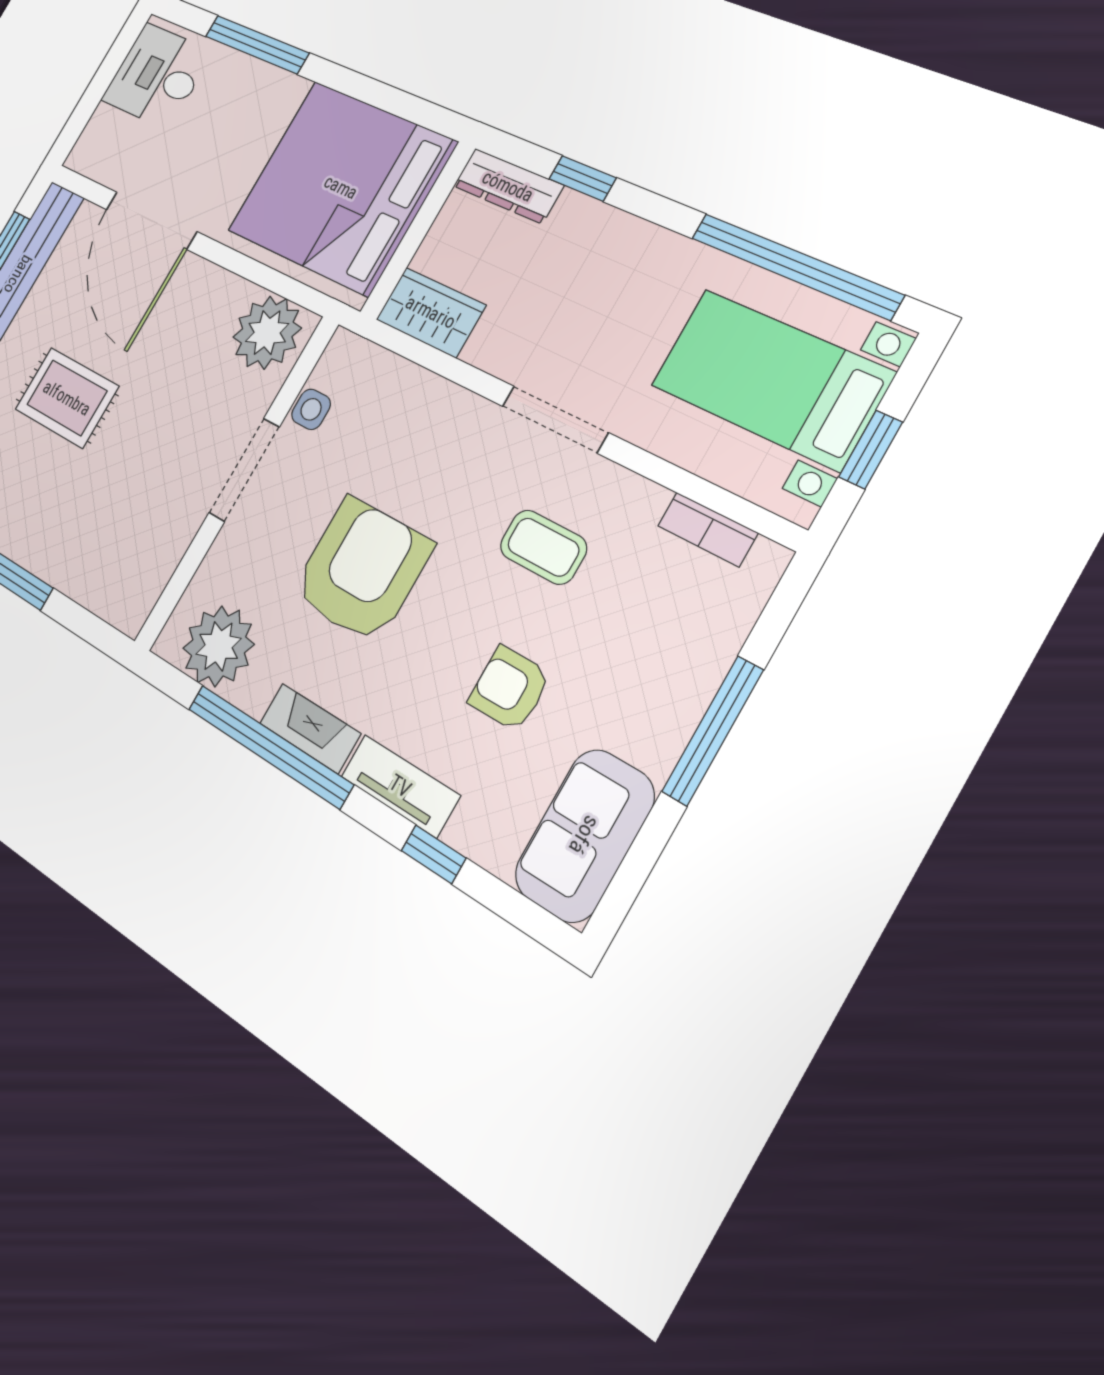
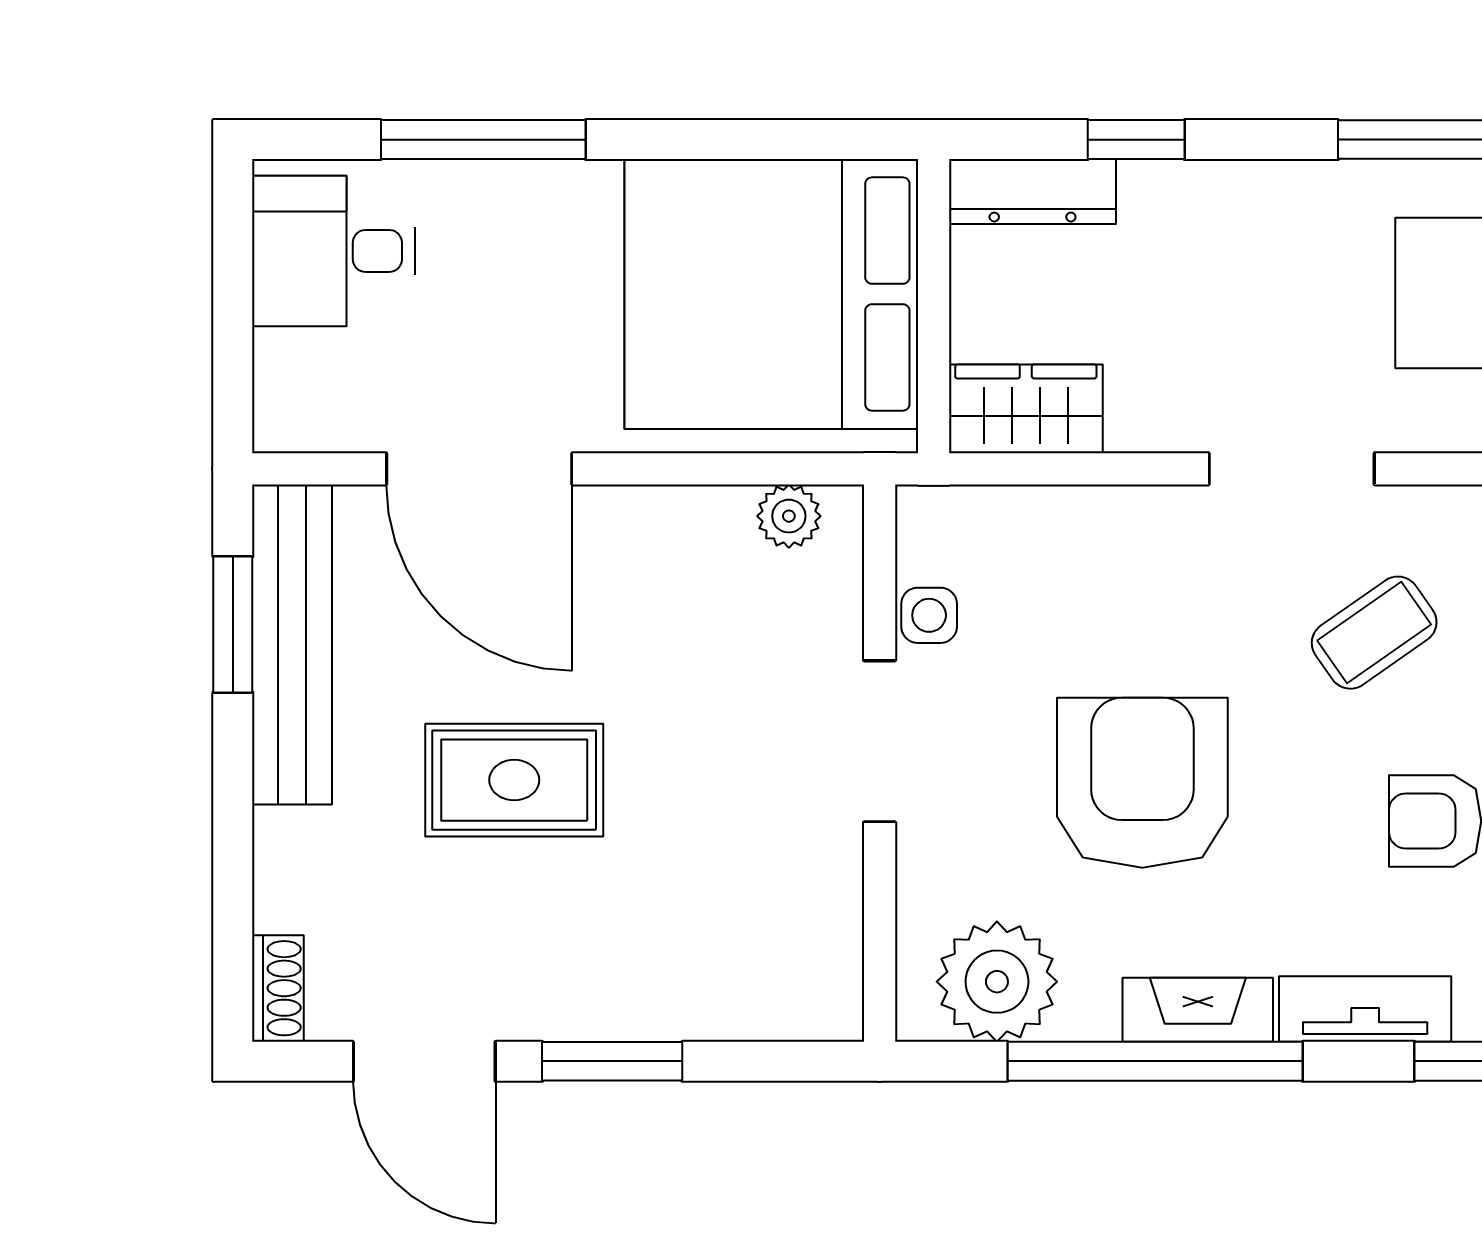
plant: (267, 333) -> (789, 516), width x0.53, depth x0.53
coffee table: (543, 547) -> (1374, 633), turned -35

